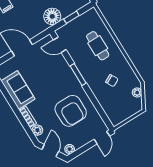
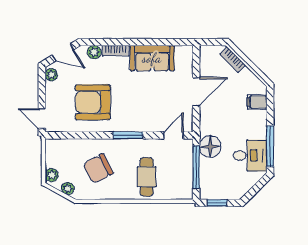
window: (71, 17) -> (196, 167), width x2.17
cafe table: (98, 46) -> (147, 177), turned 90
chair: (112, 81) -> (98, 169), width x1.87, depth x1.87
plant: (135, 108) -> (52, 175), added

